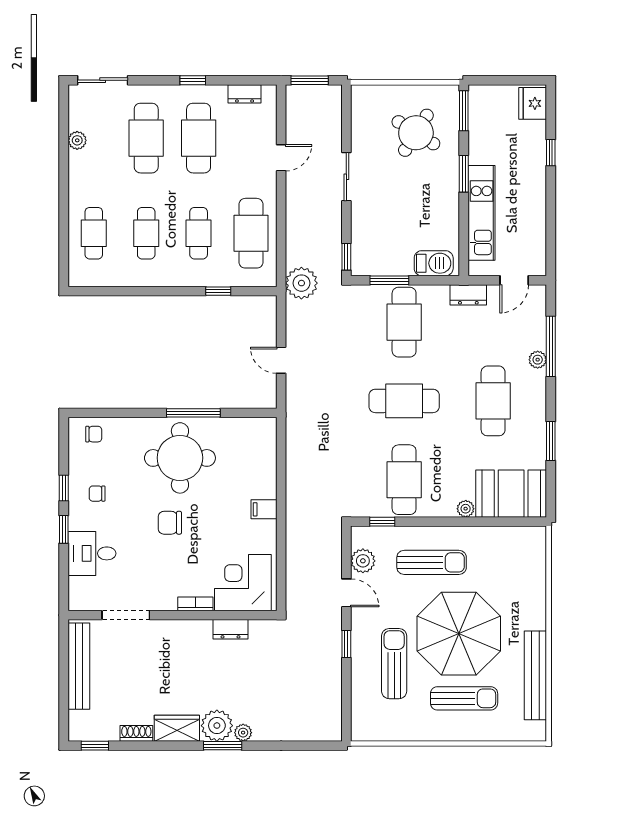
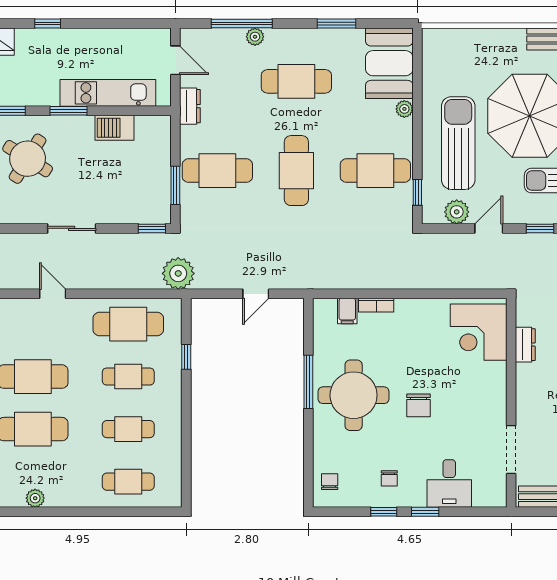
barbecue: (434, 263) -> (115, 128), moved, turned -90
filing cabinet: (264, 509) -> (347, 311), moved
sun lounger: (432, 562) -> (458, 143), width x1.36, depth x1.34
bookcase: (195, 604) -> (376, 305), moved, turned -90

